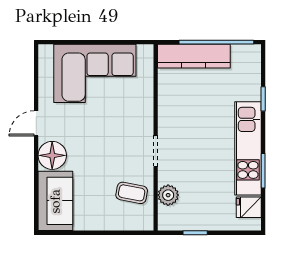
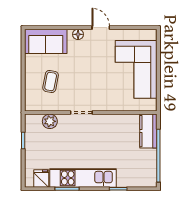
kitchen counter: (194, 56) -> (148, 131), width x0.67
floor lamp: (52, 155) -> (78, 34), width x0.53, depth x0.53
coffee table: (132, 193) -> (51, 81), moved

